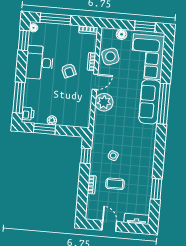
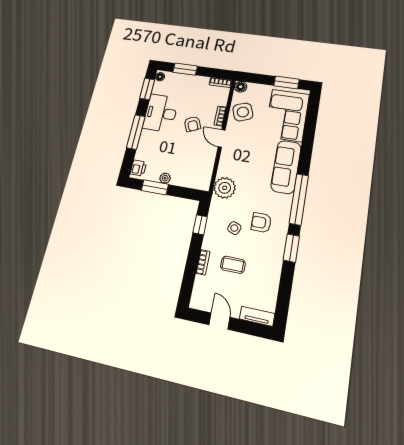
window: (55, 19) -> (185, 69), width x0.69
floor lamp: (122, 34) -> (241, 87), moved
door: (95, 82) -> (222, 138), swing flipped
window: (19, 98) -> (136, 132), moved
plant: (104, 102) -> (225, 188), moved
window: (163, 104) -> (299, 199), moved
armchair: (134, 149) -> (261, 223), added
window: (156, 189) -> (291, 248), moved

